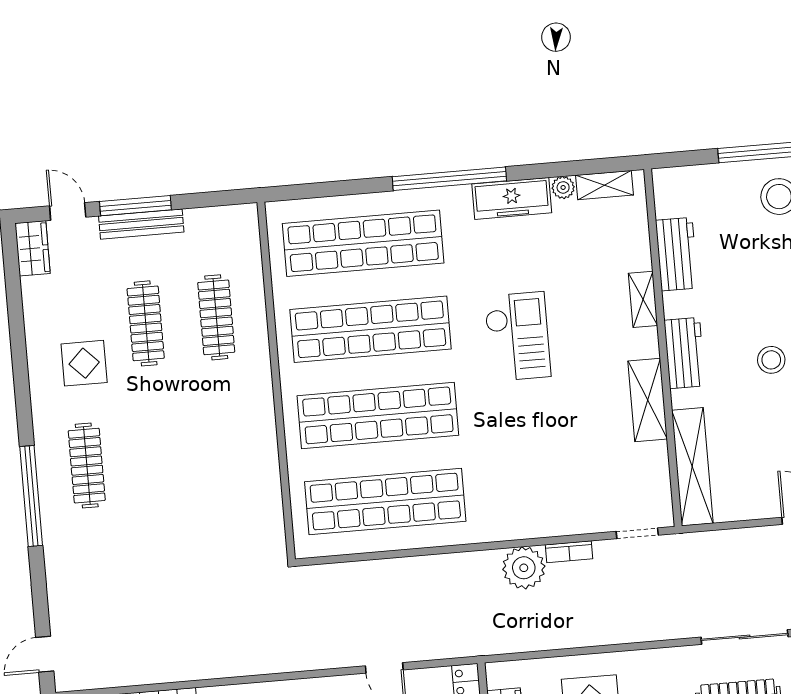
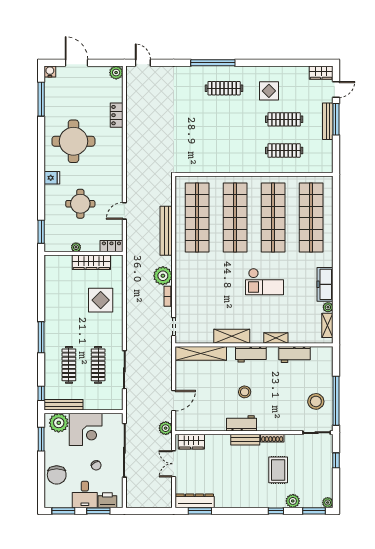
window: (449, 179) -> (336, 258), removed
bench: (421, 569) -> (166, 231), added

